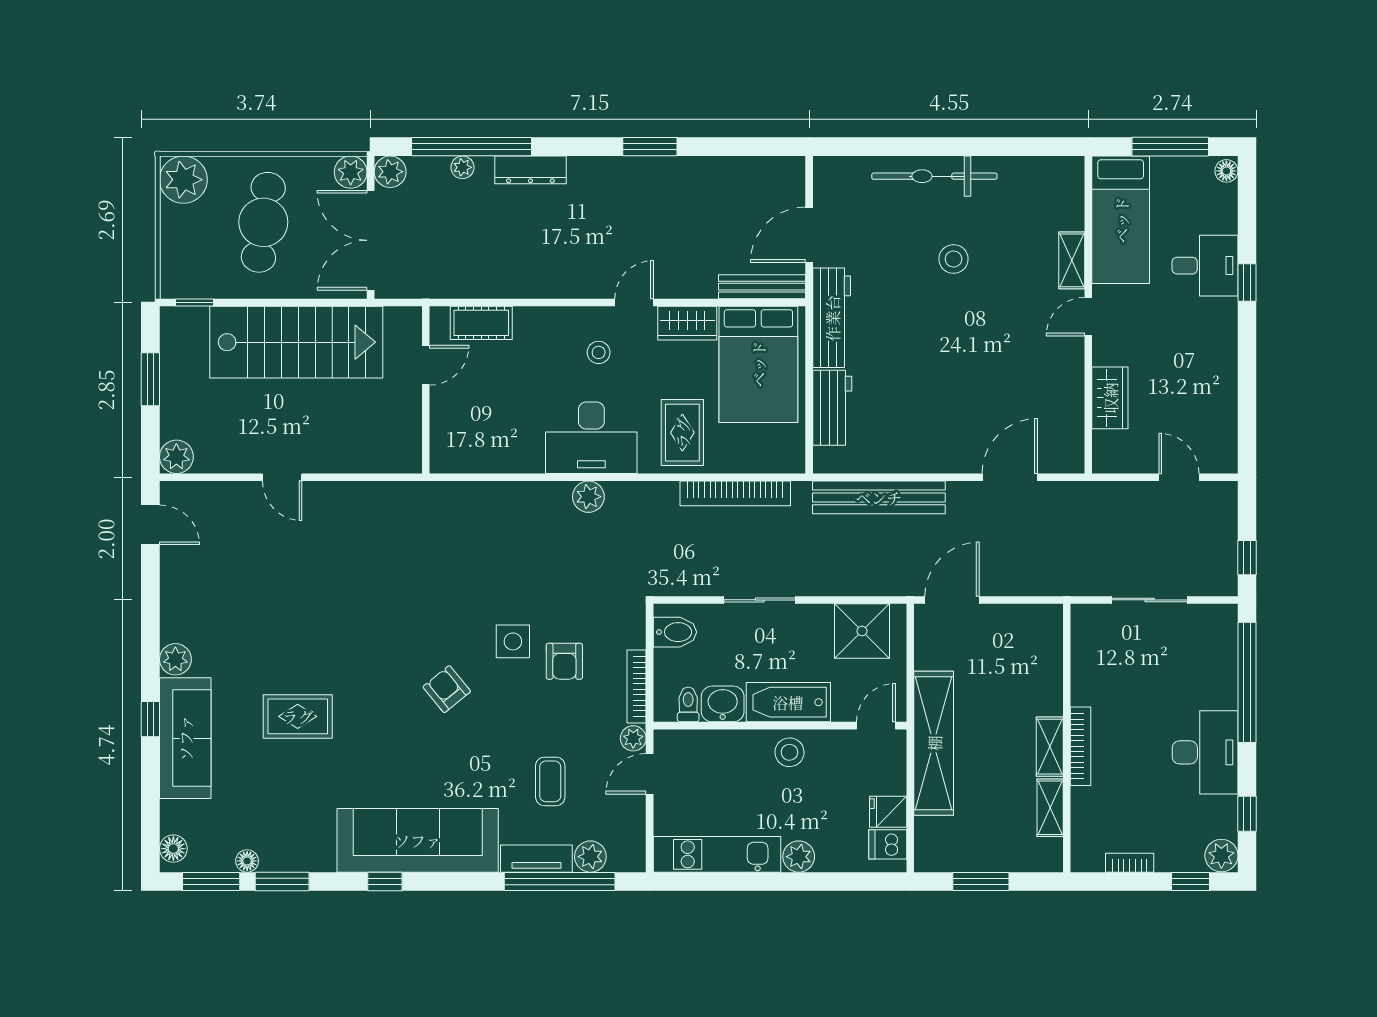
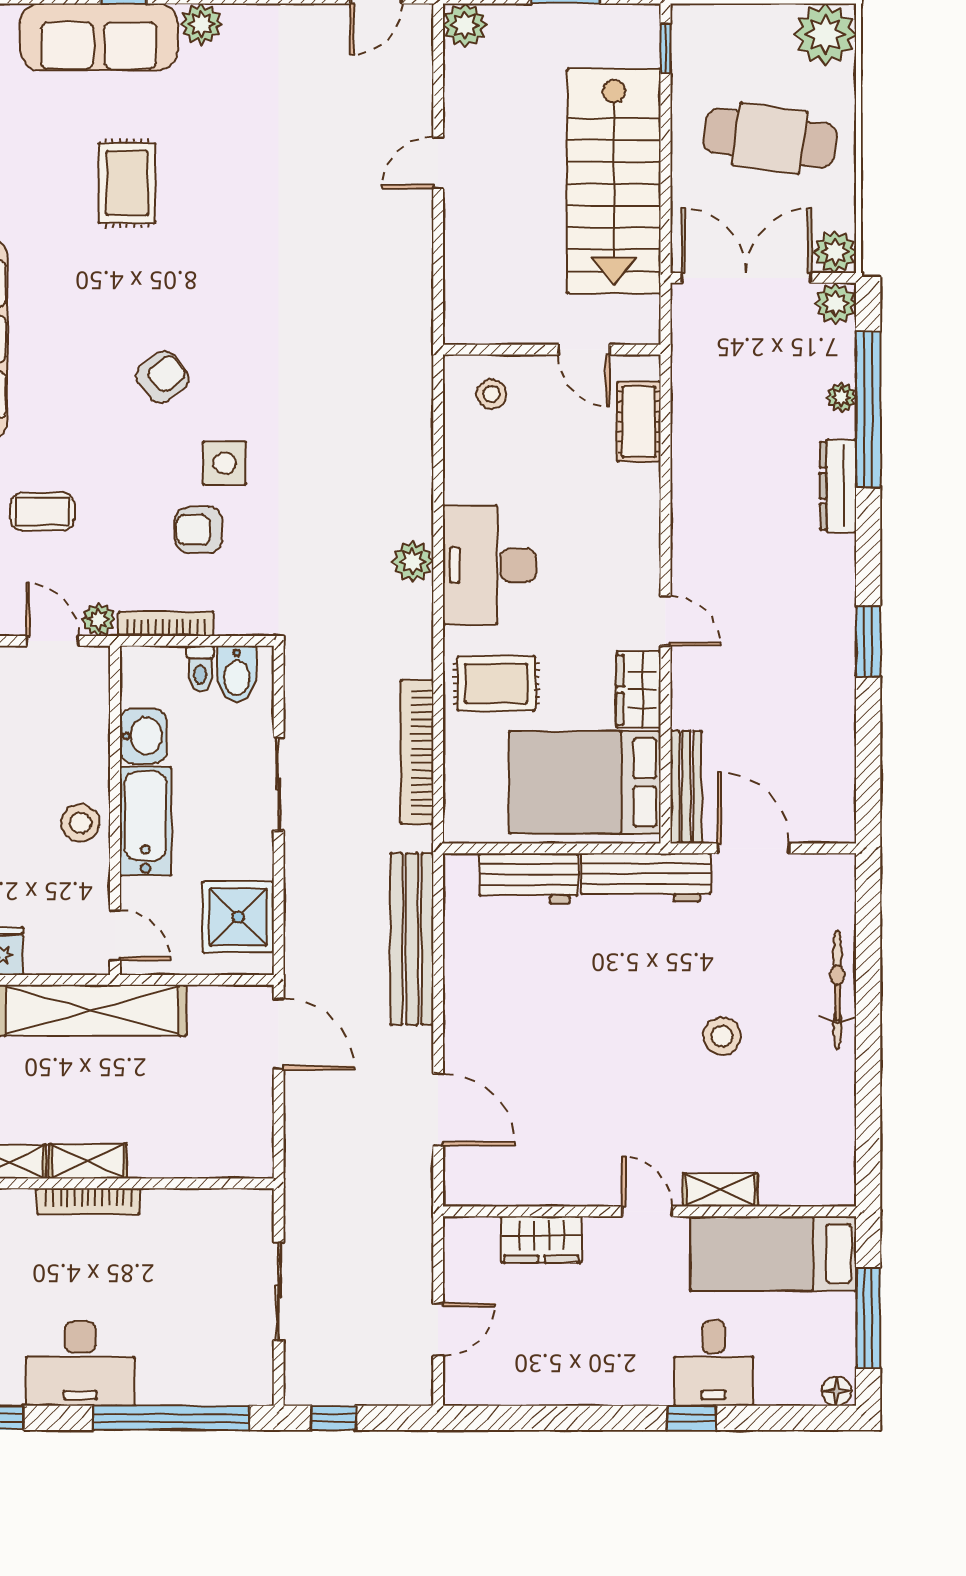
bicycle: (934, 176) -> (837, 990), width x0.73, depth x0.71
stool: (599, 352) -> (491, 394), moved
toilet: (688, 704) -> (200, 668), moved, turned 90

